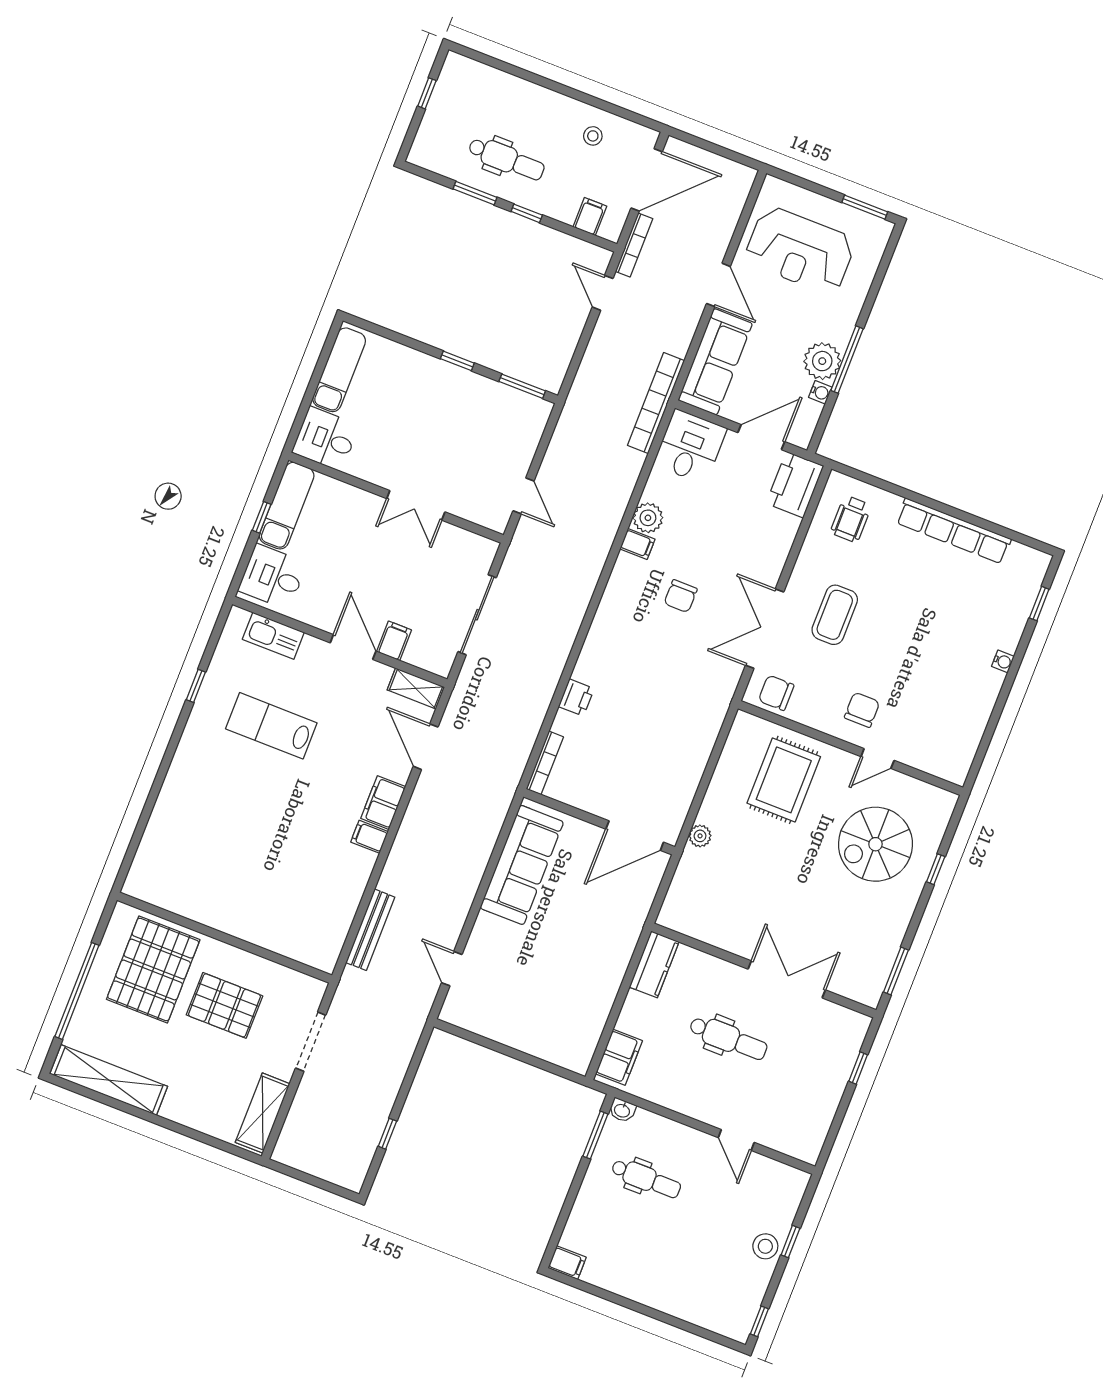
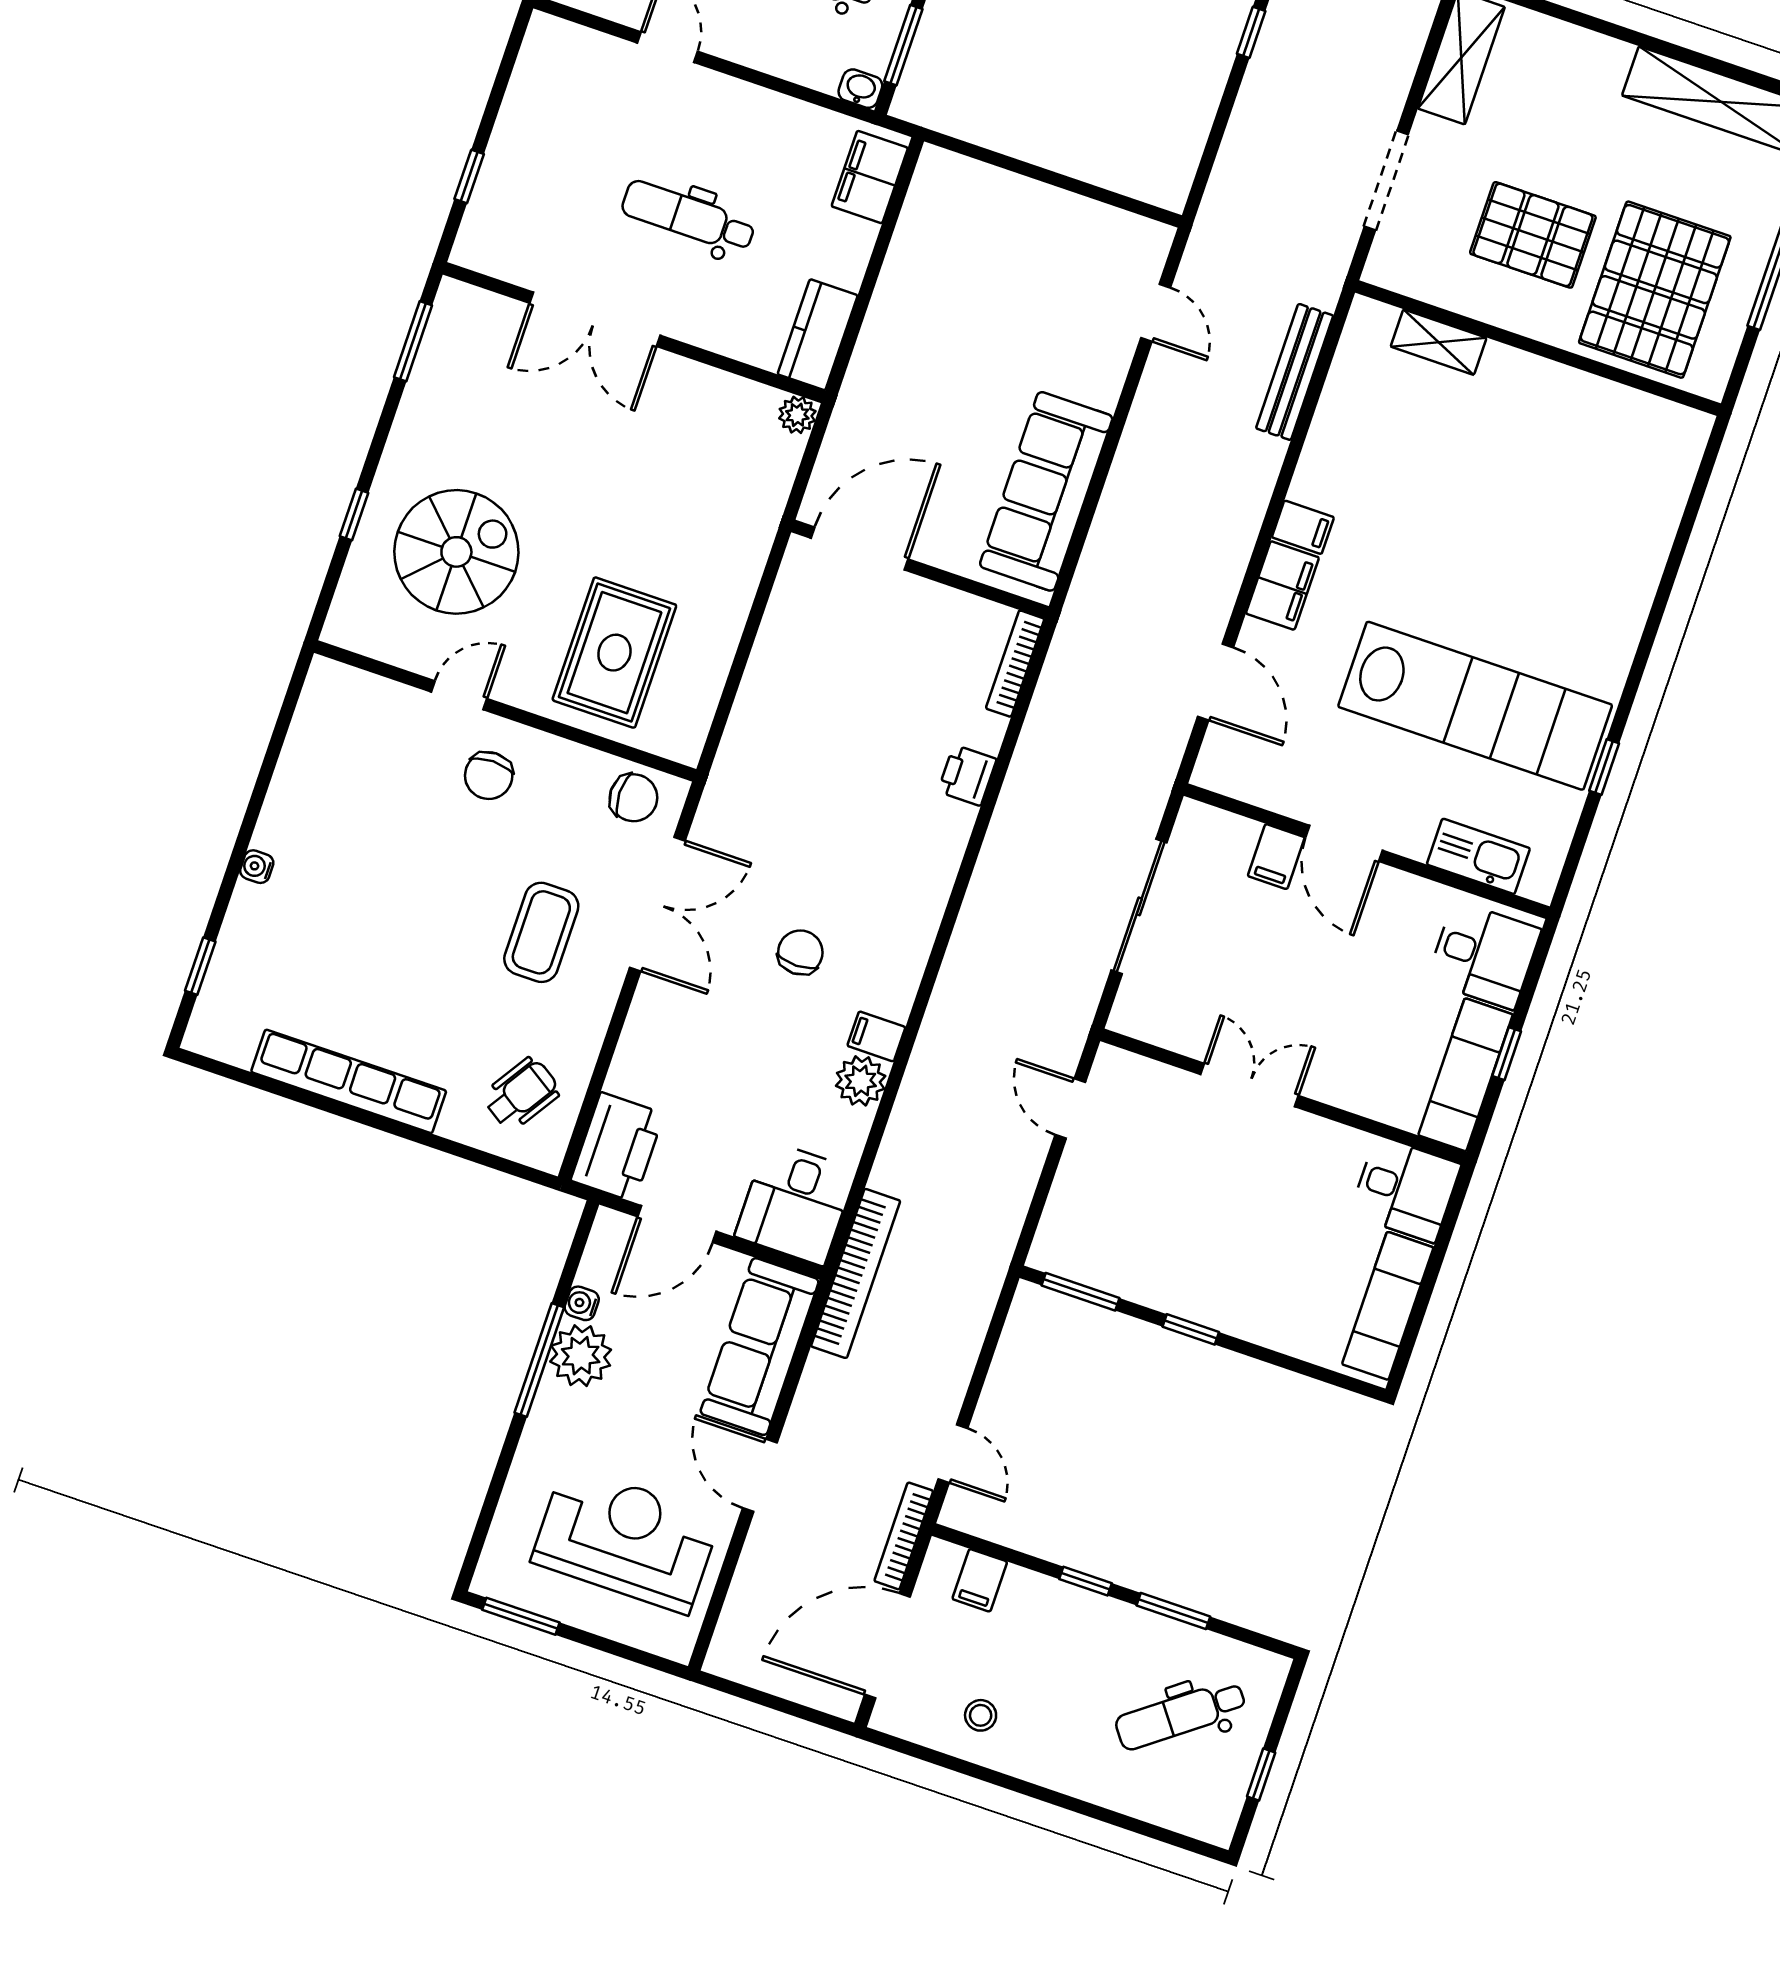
dental chair: (506, 159) -> (1181, 1715), moved, turned -37
wheelchair: (851, 519) -> (521, 1094), turned 33
shelving: (416, 688) -> (1439, 342), moved
lab bench: (271, 726) -> (1475, 706), width x1.86, depth x1.39
plant: (700, 836) -> (797, 415), moved

